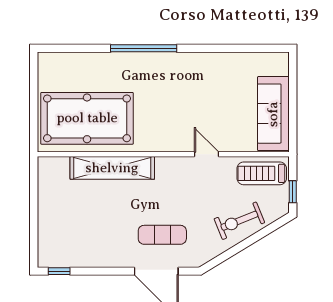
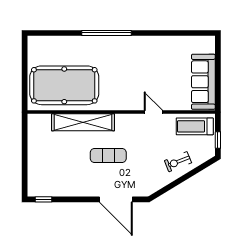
exercise bike: (239, 221) -> (178, 162), width x0.73, depth x0.72
exercise mat: (162, 235) -> (108, 156), moved

